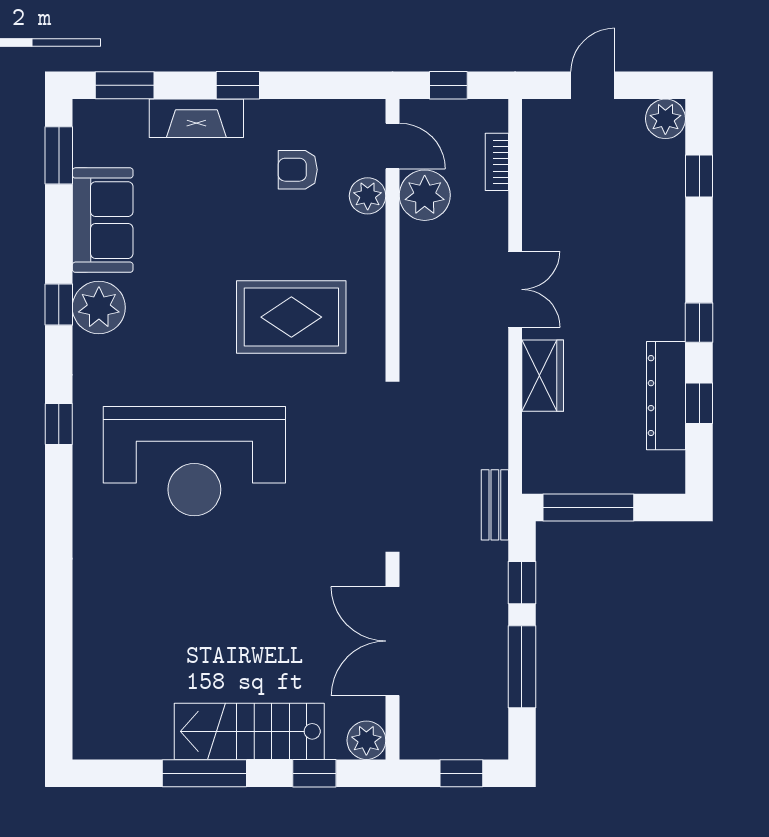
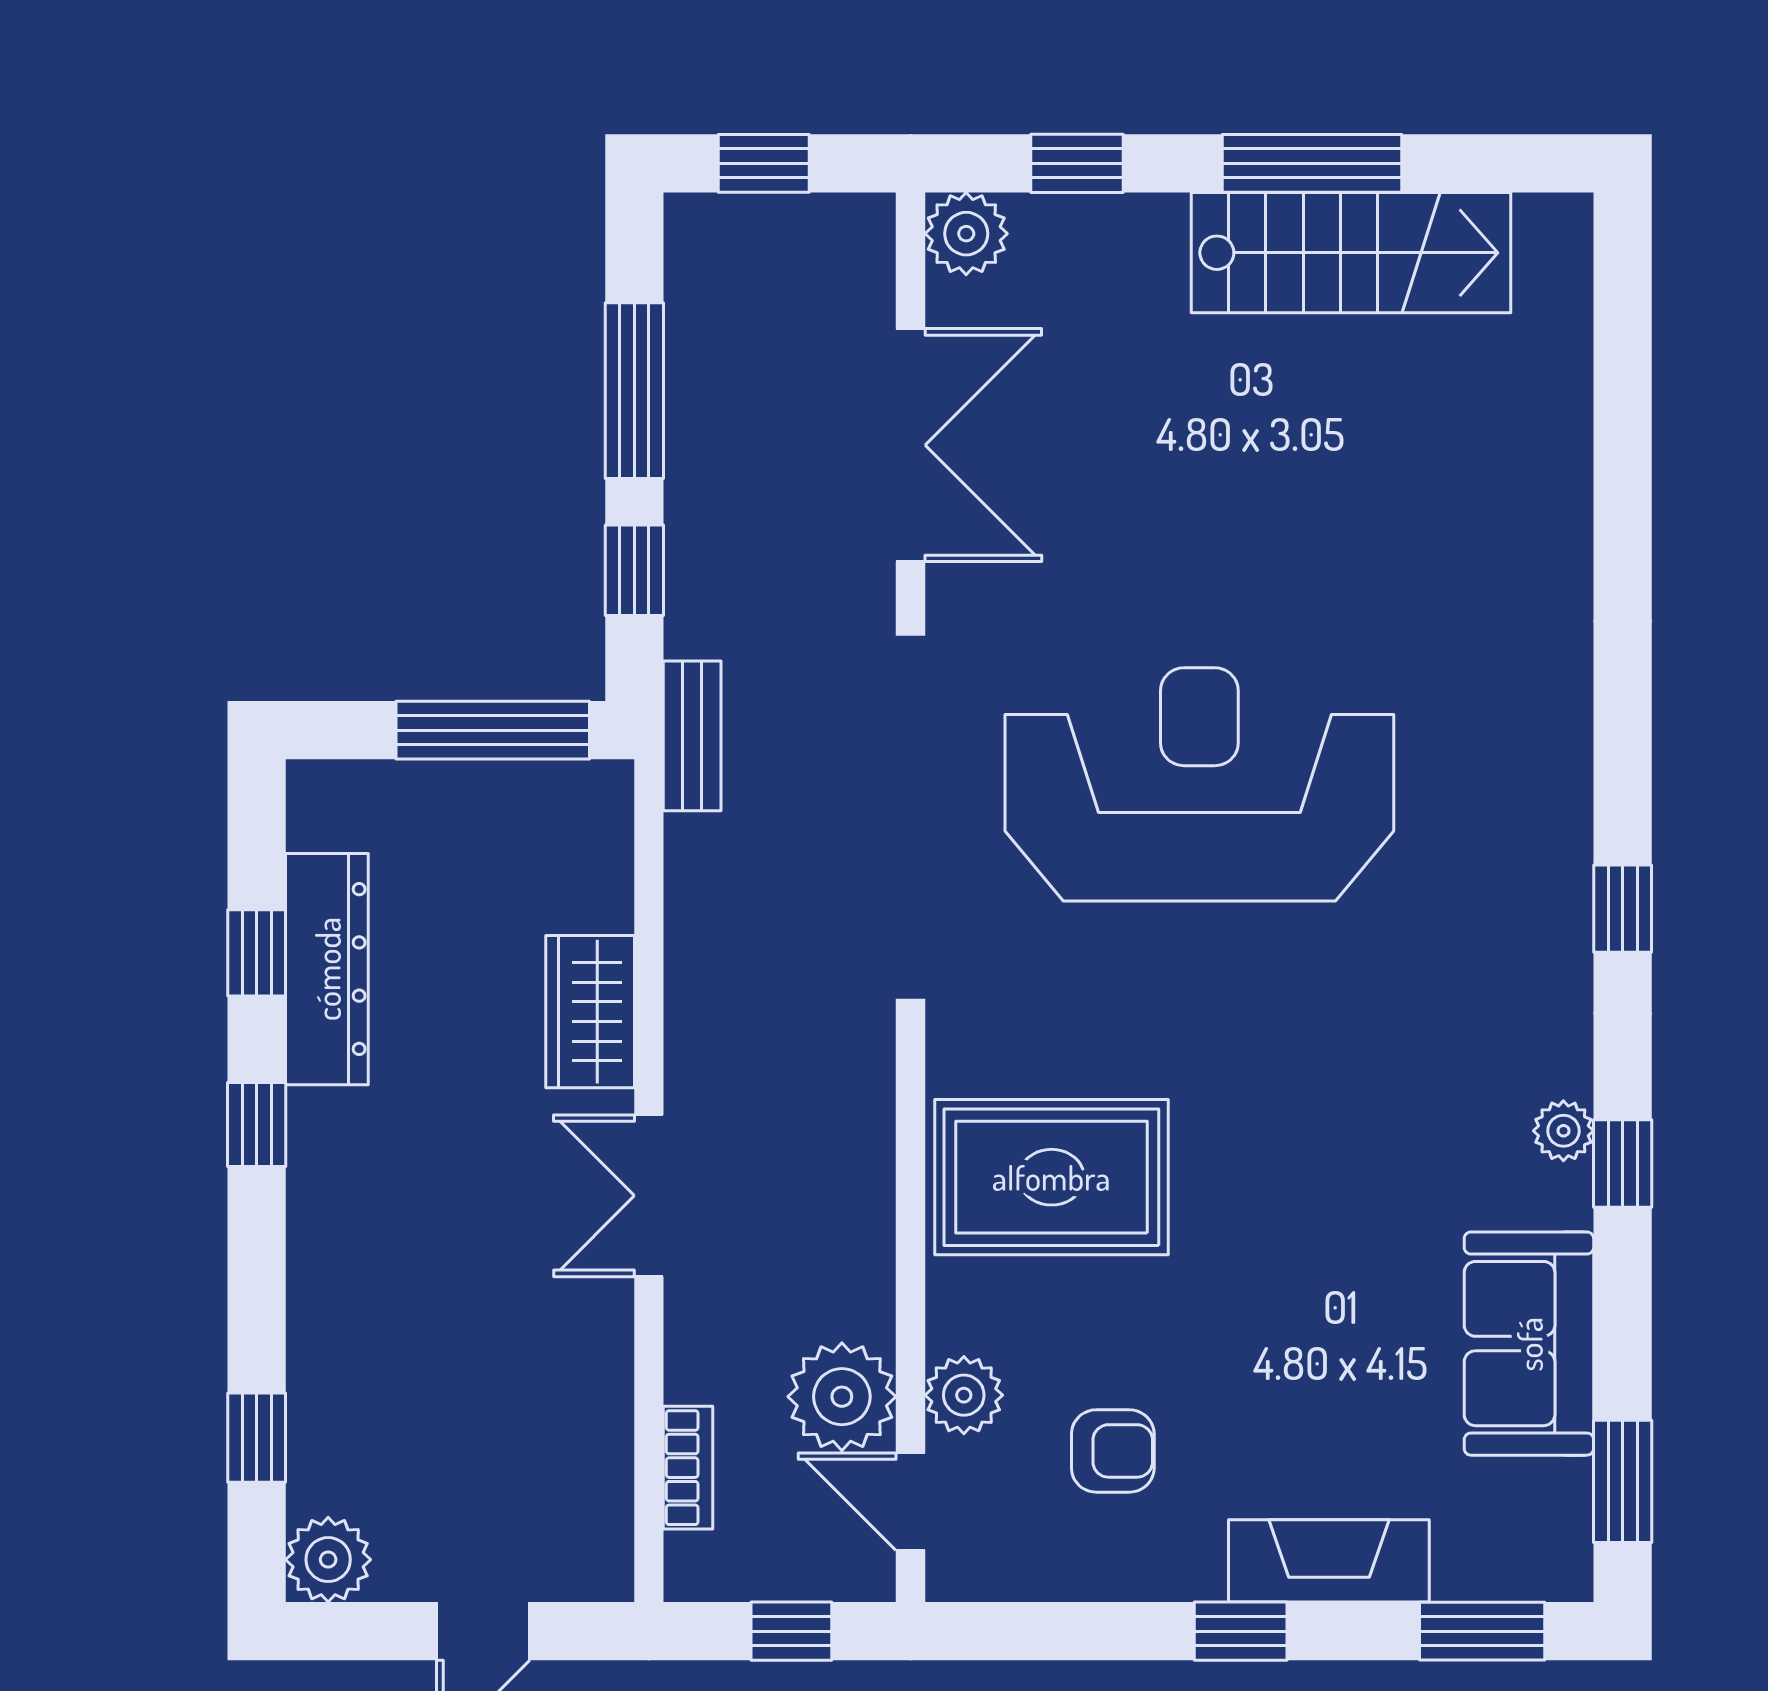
plant: (99, 307) -> (1563, 1131), width x0.53, depth x0.53
rug: (291, 317) -> (1051, 1177), moved
reception desk: (194, 461) -> (1199, 784), moved
stairs: (249, 731) -> (1351, 253), moved

